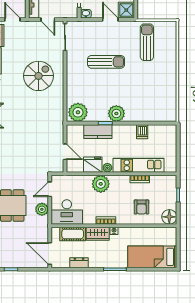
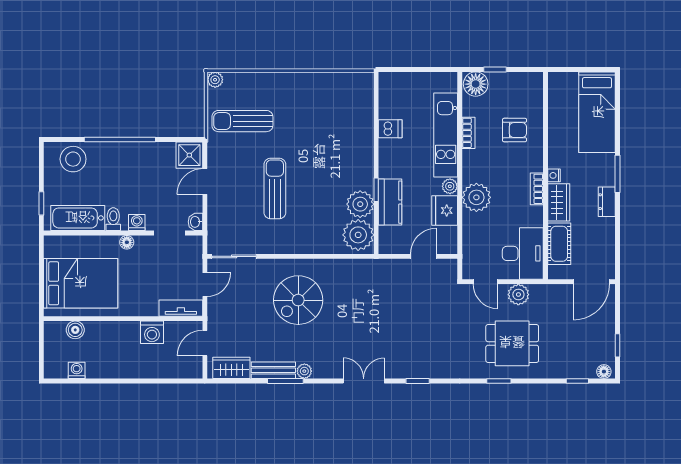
plant: (172, 26) -> (215, 80), added
spiral stairs: (39, 76) -> (298, 300), turned -90
plant: (116, 113) -> (360, 204), moved
floor lamp: (169, 217) -> (476, 84), moved
dresser: (79, 263) -> (607, 202), moved

